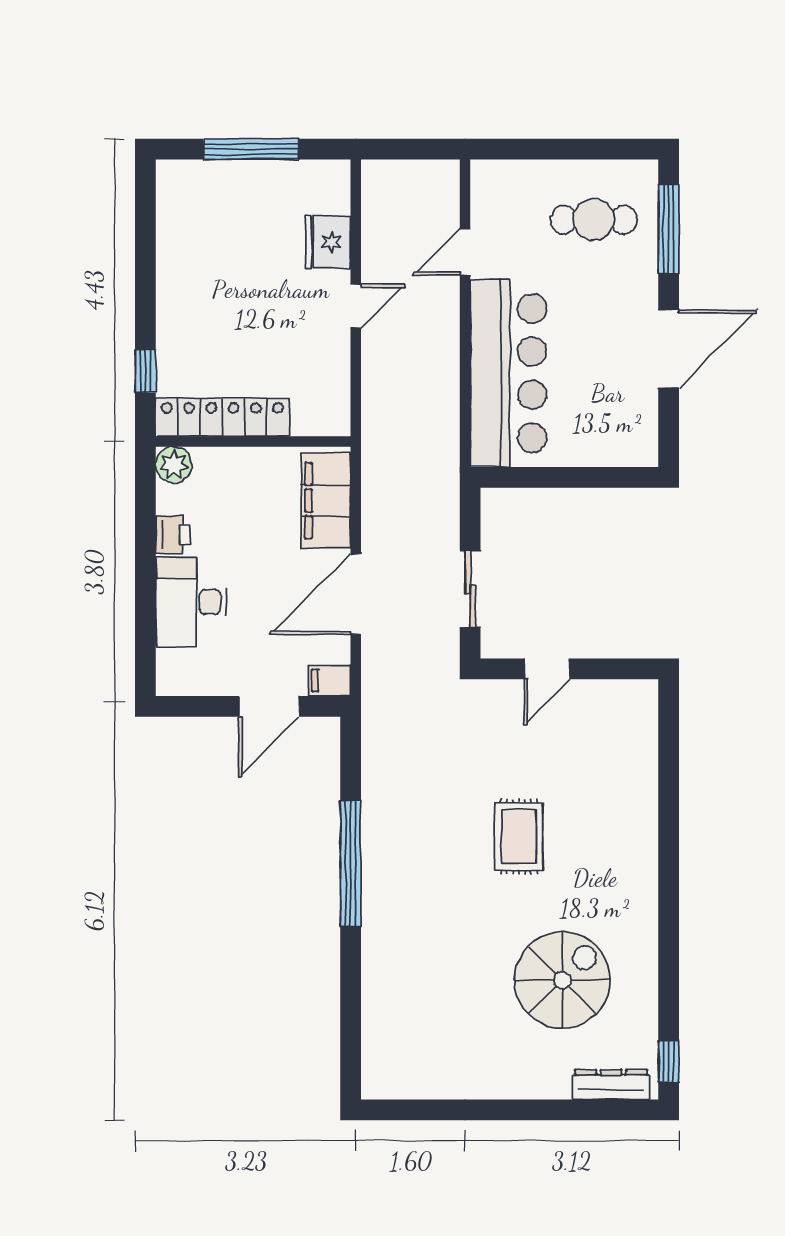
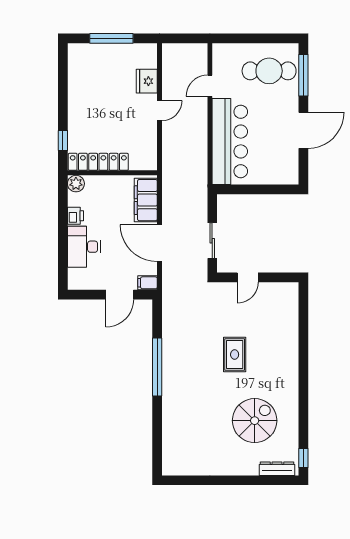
cafe table: (594, 220) -> (269, 71), width x1.37, depth x1.35
door: (356, 594) -> (160, 243), hinge flipped

